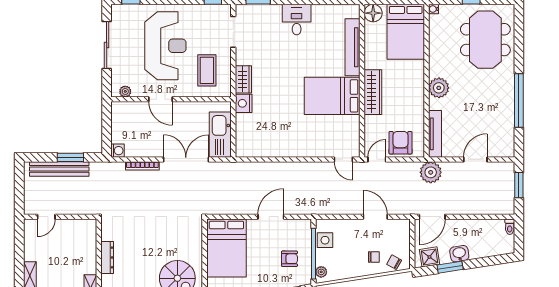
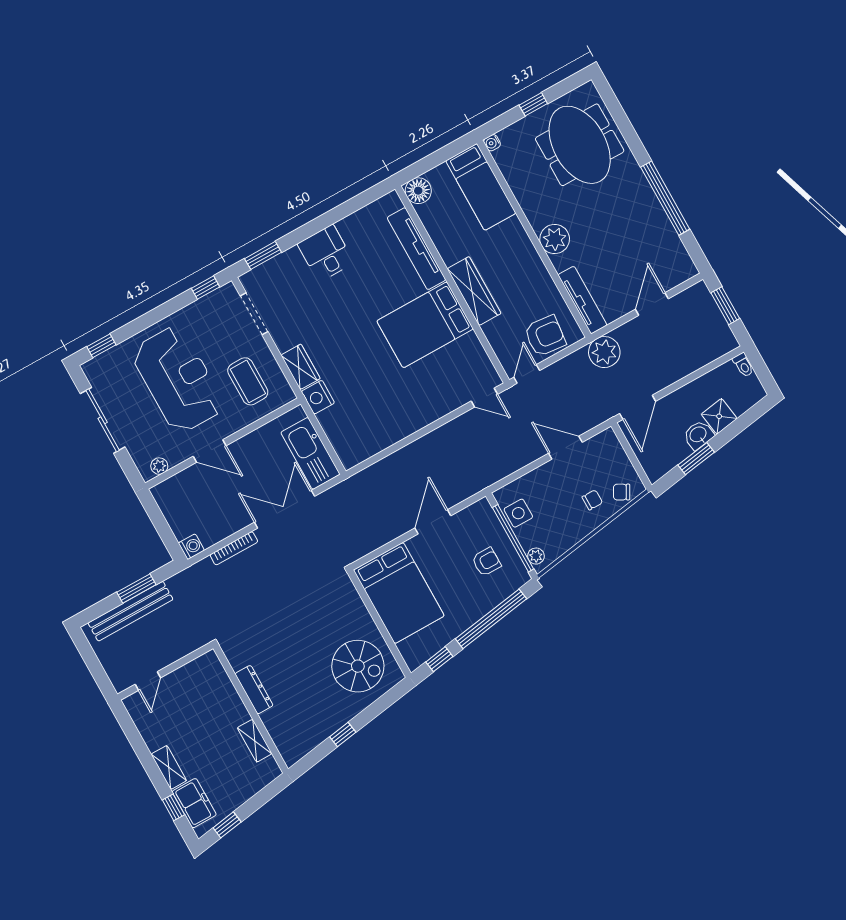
bed: (406, 32) -> (481, 187), width x0.67
armchair: (401, 143) -> (545, 336), turned 96
shower: (430, 257) -> (719, 416), moved

